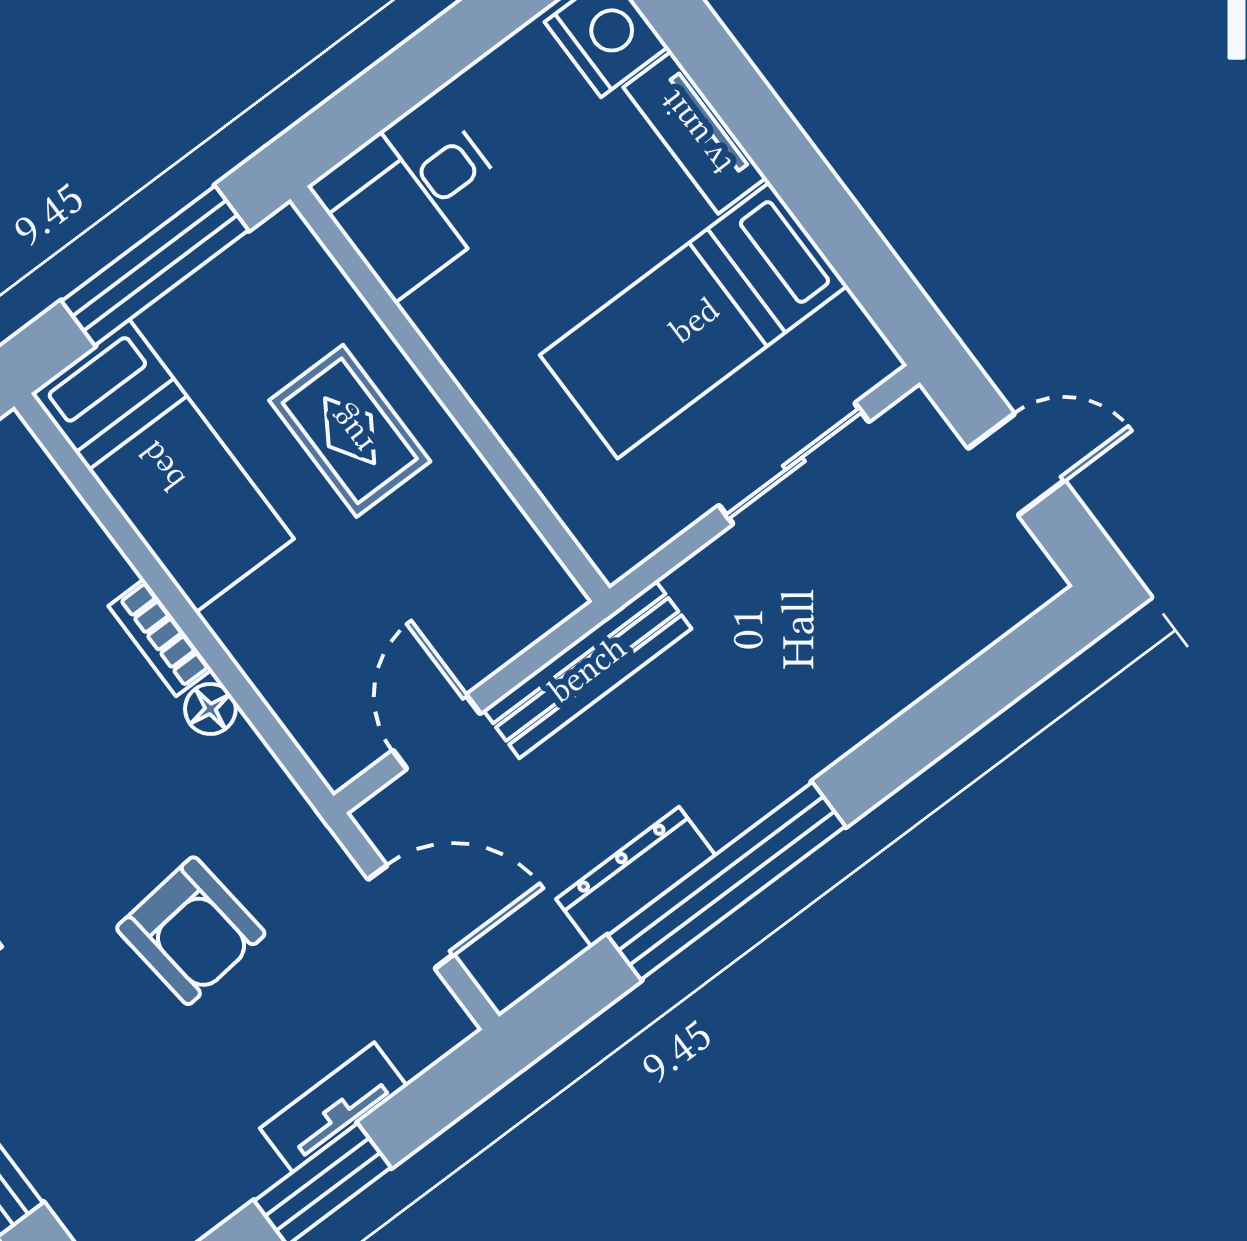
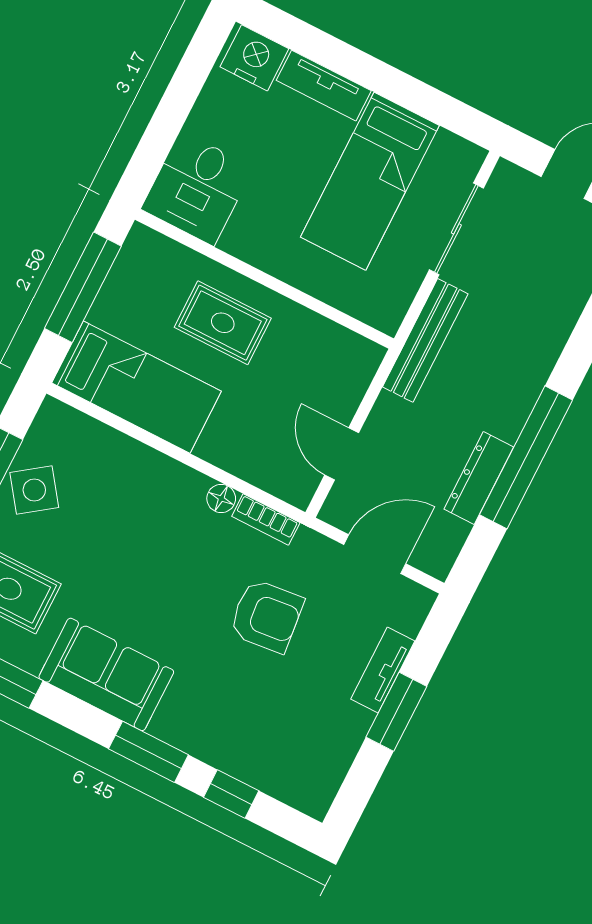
bookcase: (160, 638) -> (266, 520), moved
bench: (587, 669) -> (425, 340), moved

